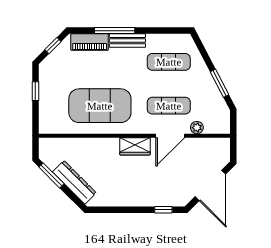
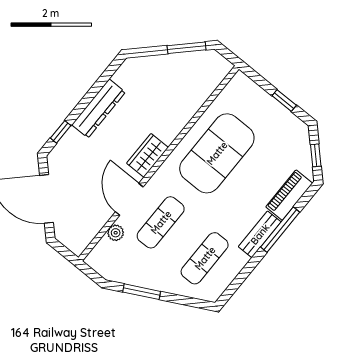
dresser: (74, 182) -> (99, 108), moved, turned -45

